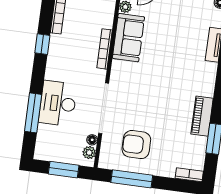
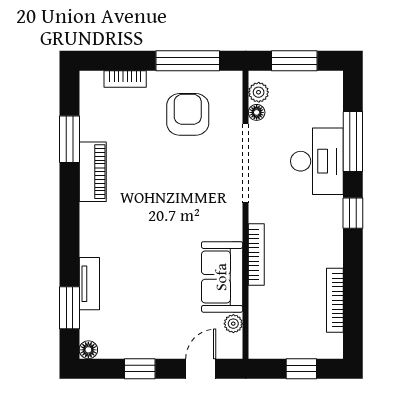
window: (42, 44) -> (353, 213), moved
armchair: (136, 145) -> (188, 114), turned -90
bookcase: (189, 175) -> (125, 79), moved

